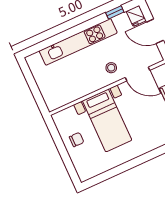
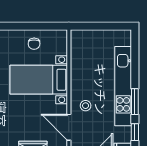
window: (87, 25) -> (135, 102), added
door: (137, 74) -> (69, 127), hinge flipped

